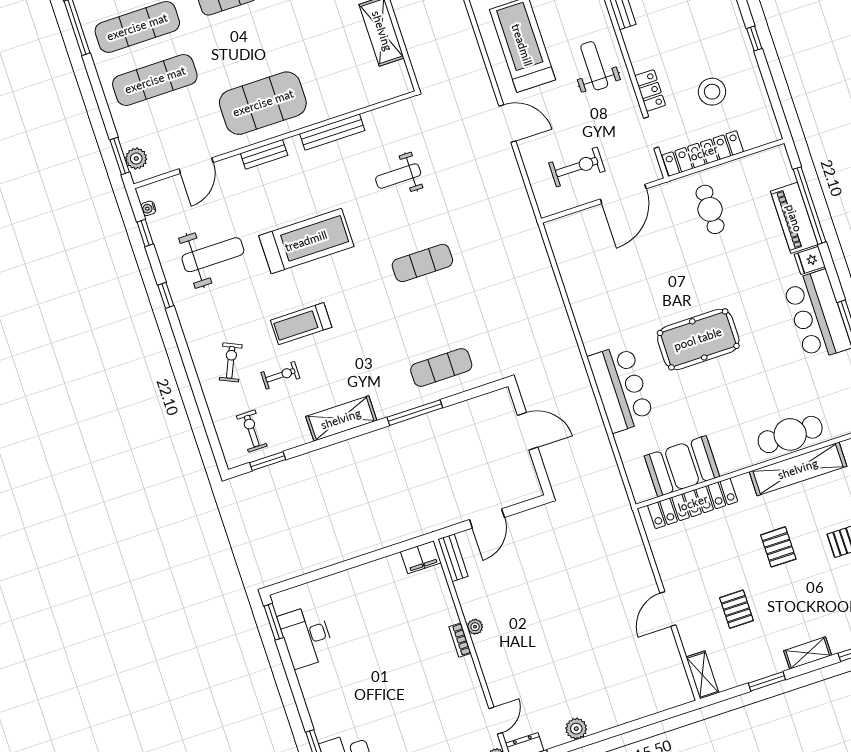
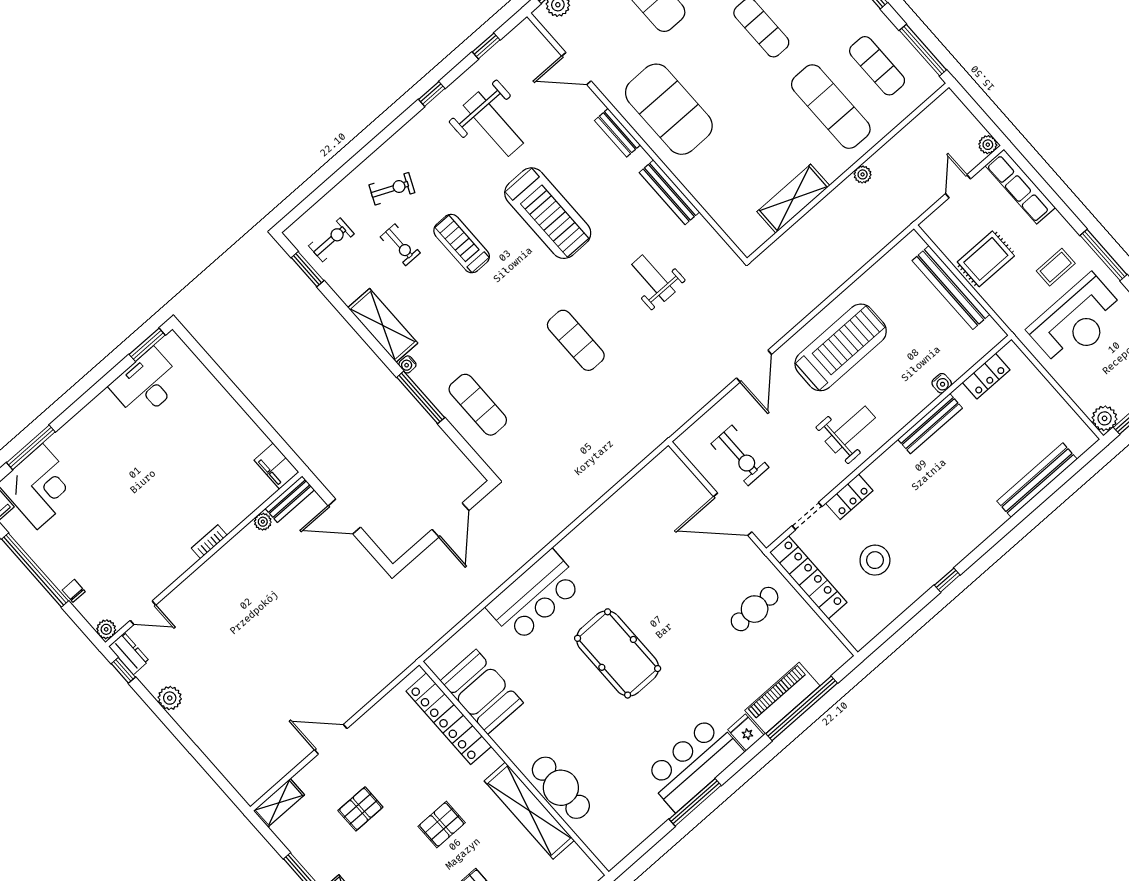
water cooler: (148, 208) -> (407, 364), moved, turned -90
plant: (475, 627) -> (263, 522), moved

